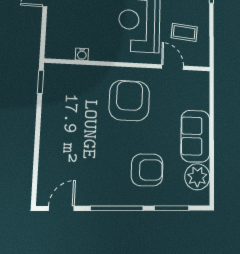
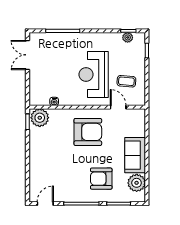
plant: (59, 77) -> (40, 118), added
armchair: (129, 100) -> (88, 132), turned 89
armchair: (147, 170) -> (101, 179), turned 180

